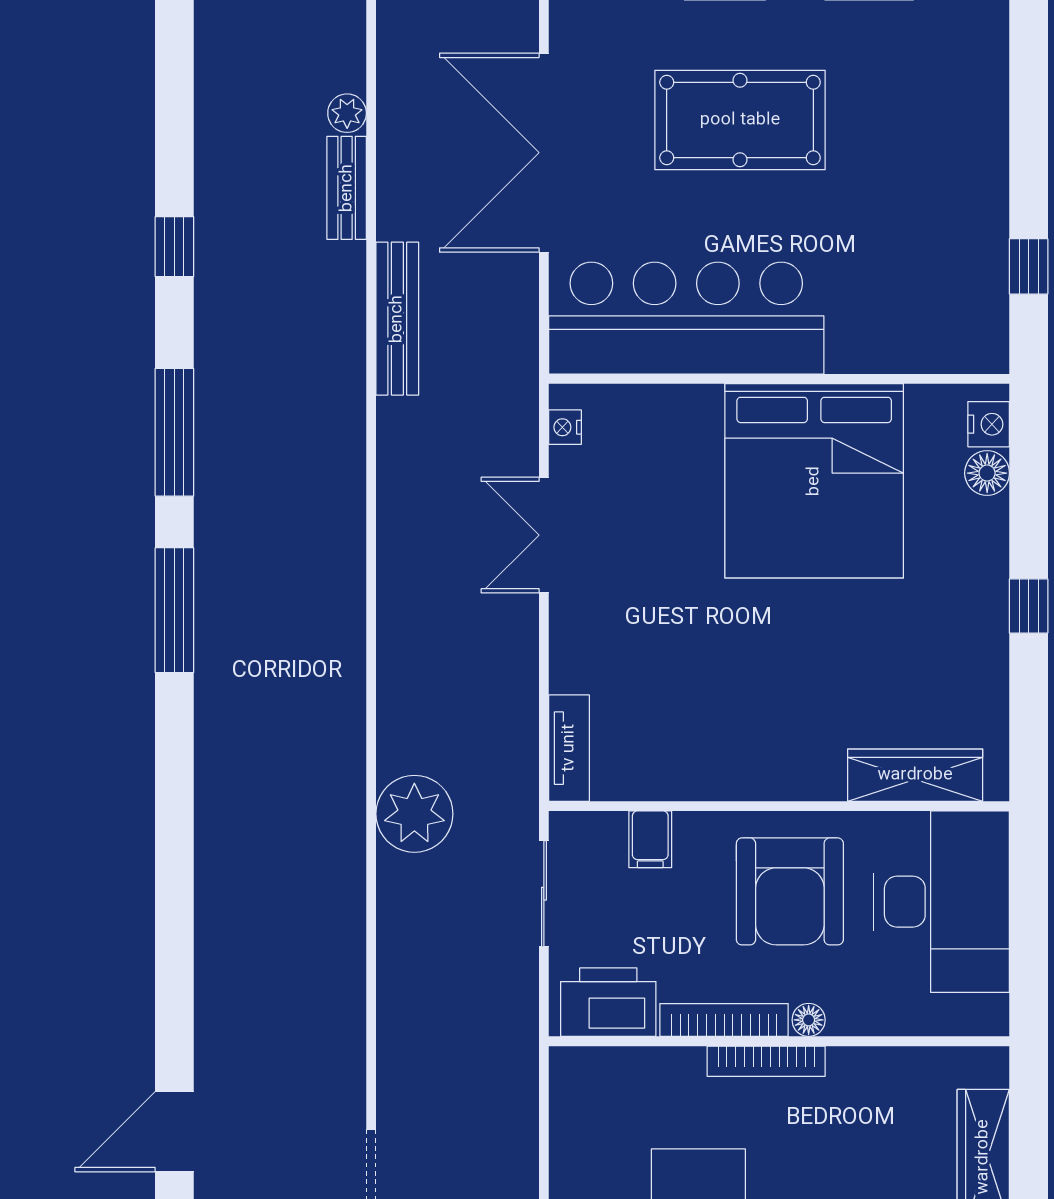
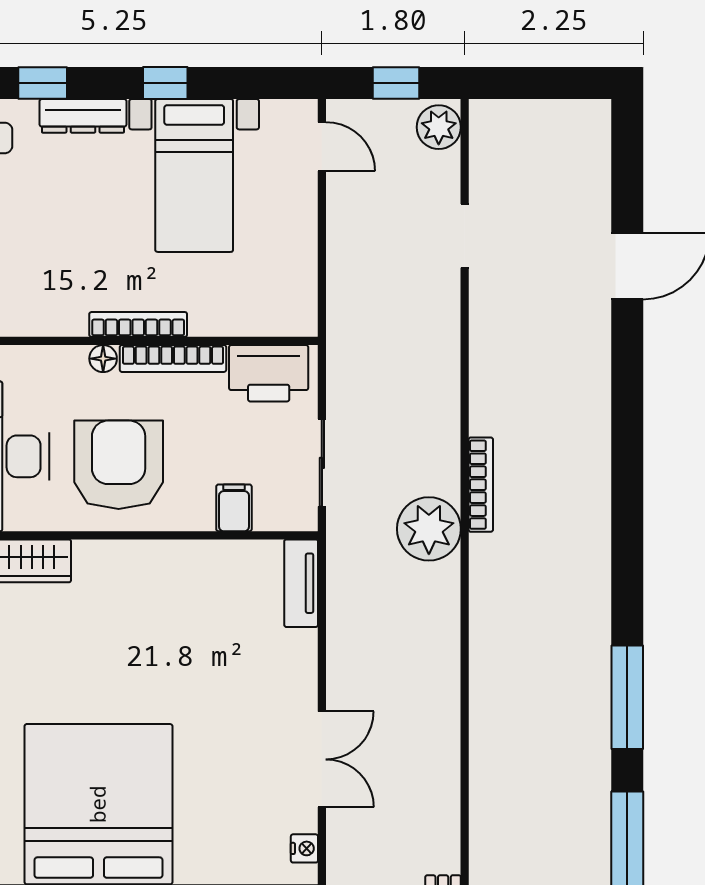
bookcase: (352, 867) -> (481, 485), added

